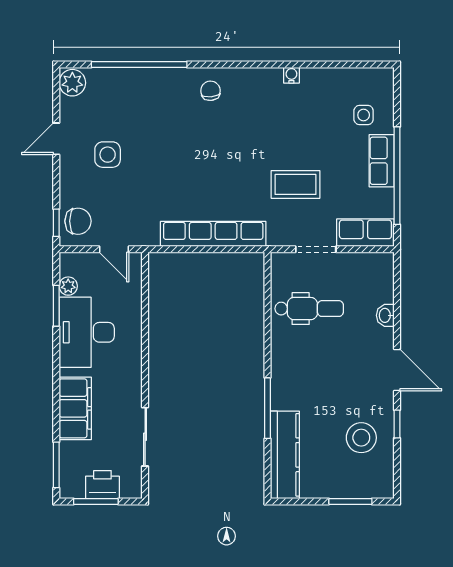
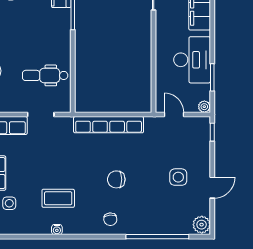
coffee table: (296, 184) -> (58, 198), moved
chair: (78, 221) -> (116, 179), moved
plant: (68, 286) -> (204, 107), moved

